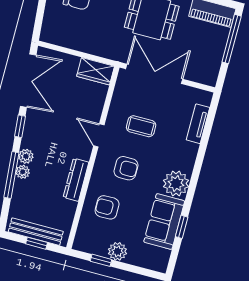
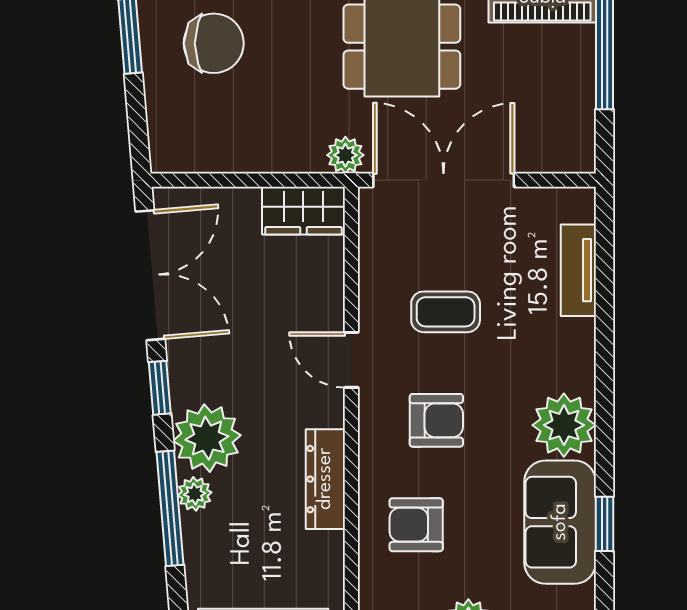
plant: (118, 54) -> (345, 155), added
plant: (26, 156) -> (207, 438), width x1.88, depth x1.88

